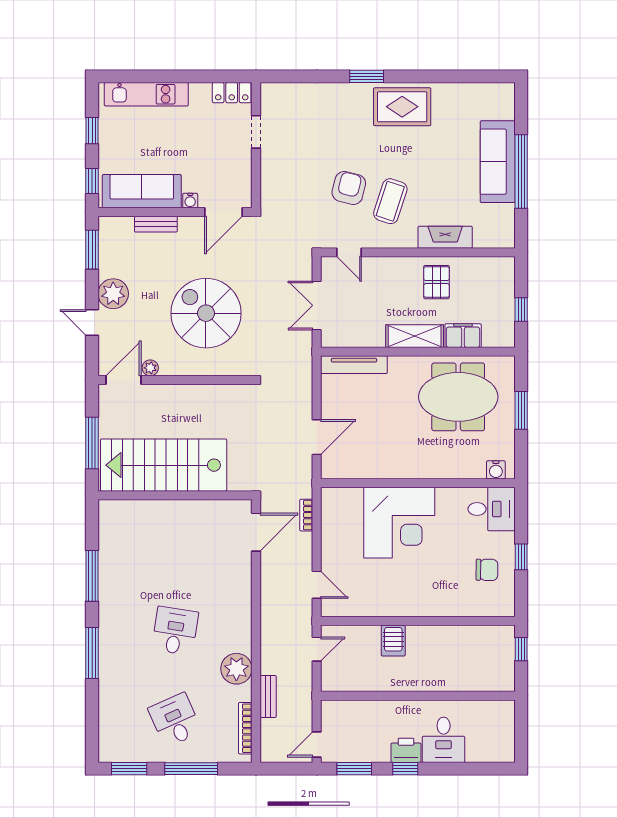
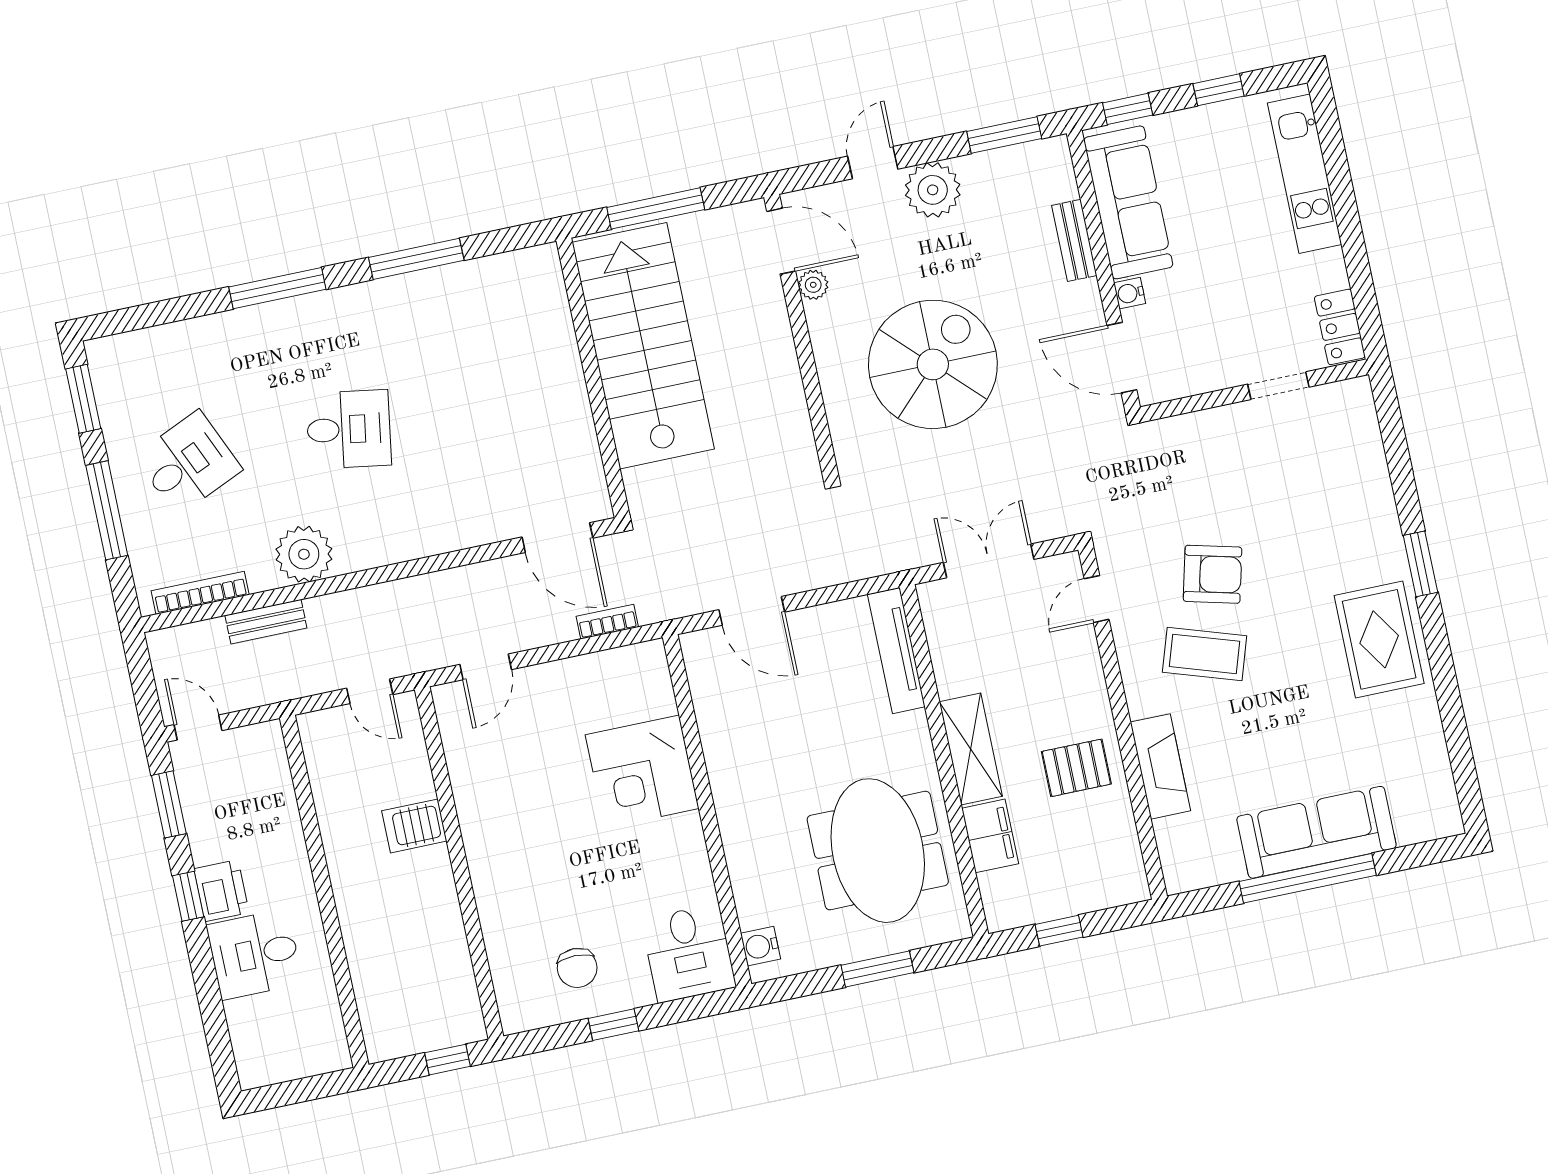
corner desk: (399, 523) -> (642, 772), width x0.74, depth x0.74

